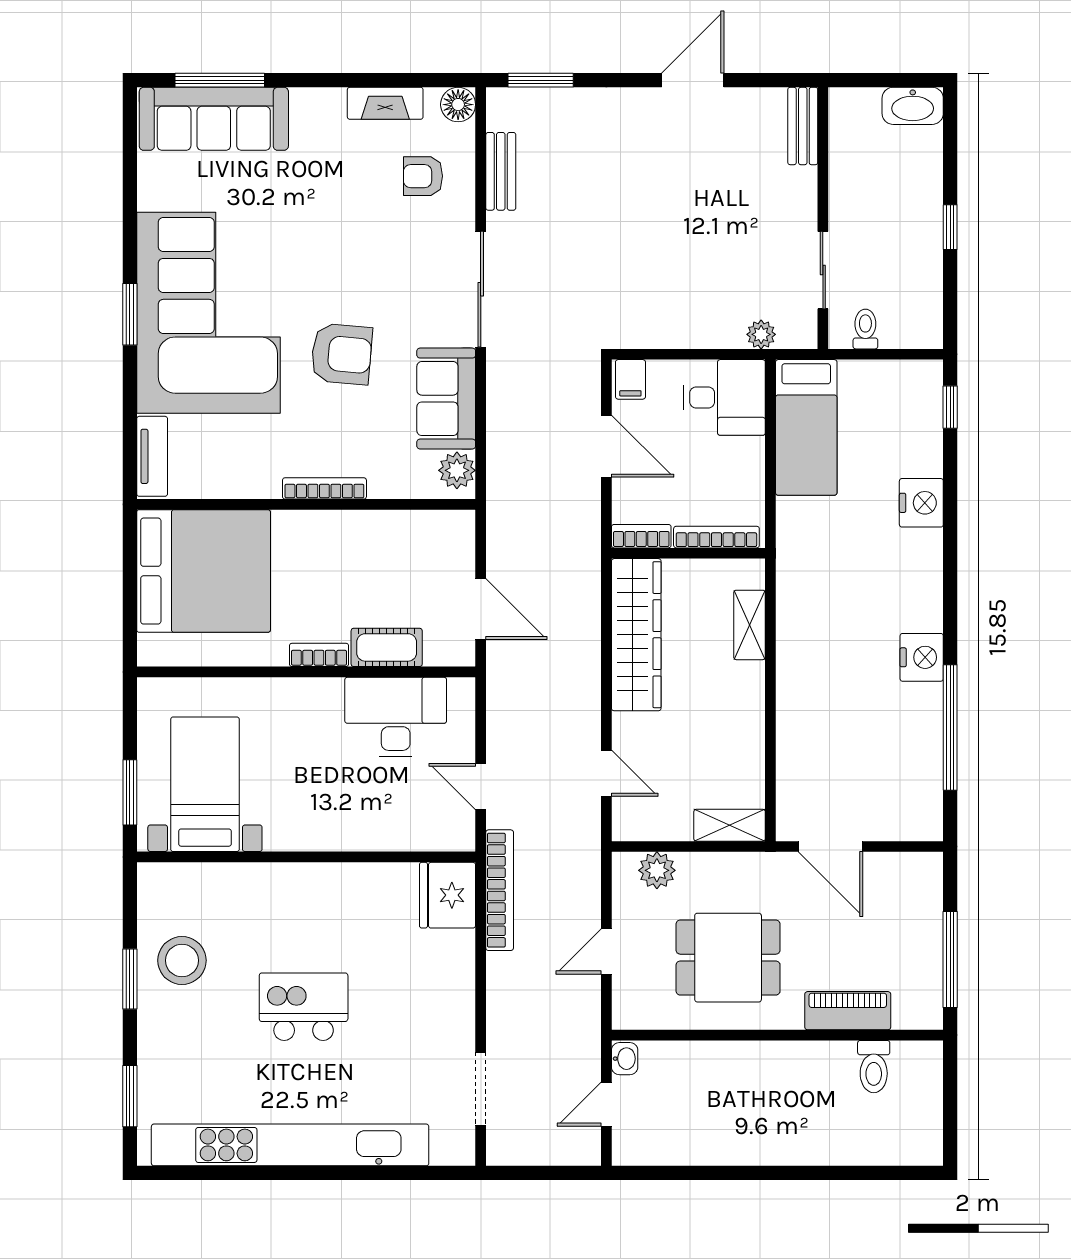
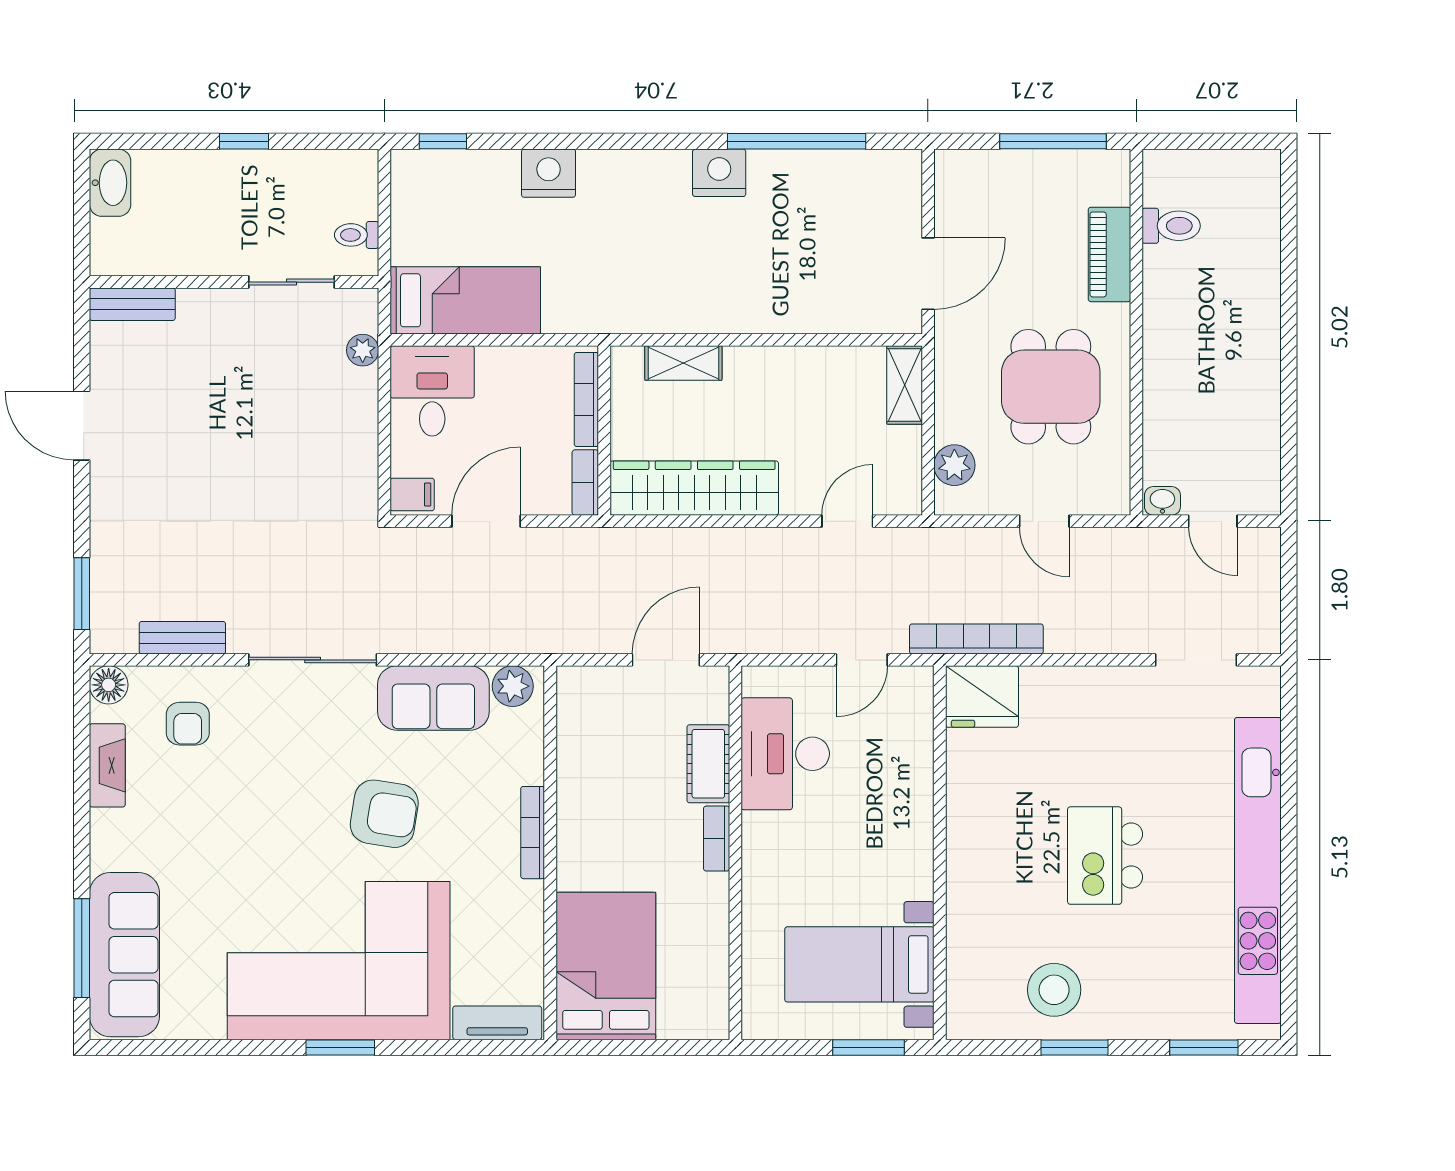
armchair: (341, 354) -> (384, 814), turned 94
bed: (204, 571) -> (606, 966), width x0.73

